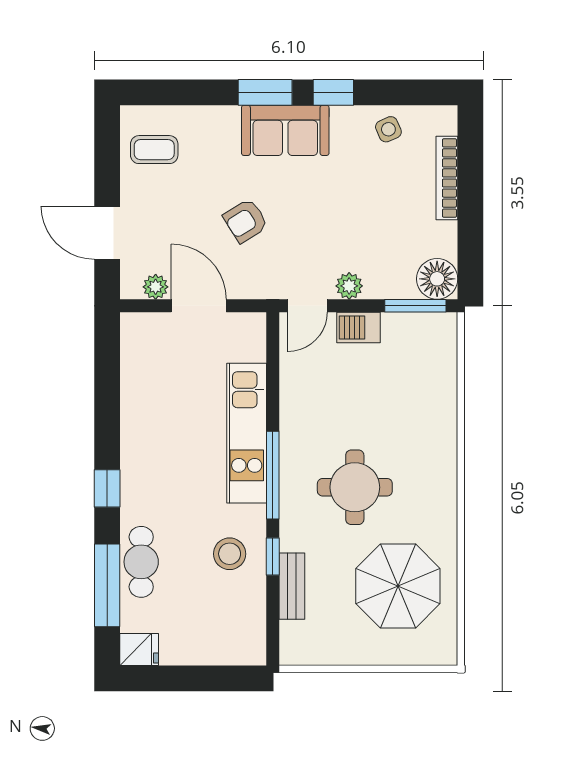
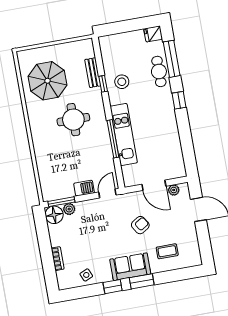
coffee table: (154, 150) -> (167, 251), moved
bookcase: (447, 178) -> (58, 259), width x0.64
plant: (349, 286) -> (69, 209), moved
window: (273, 475) -> (113, 139), moved

